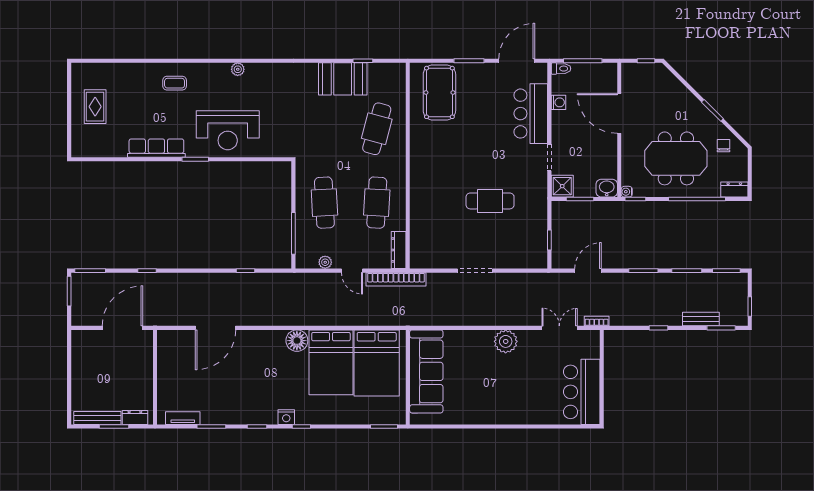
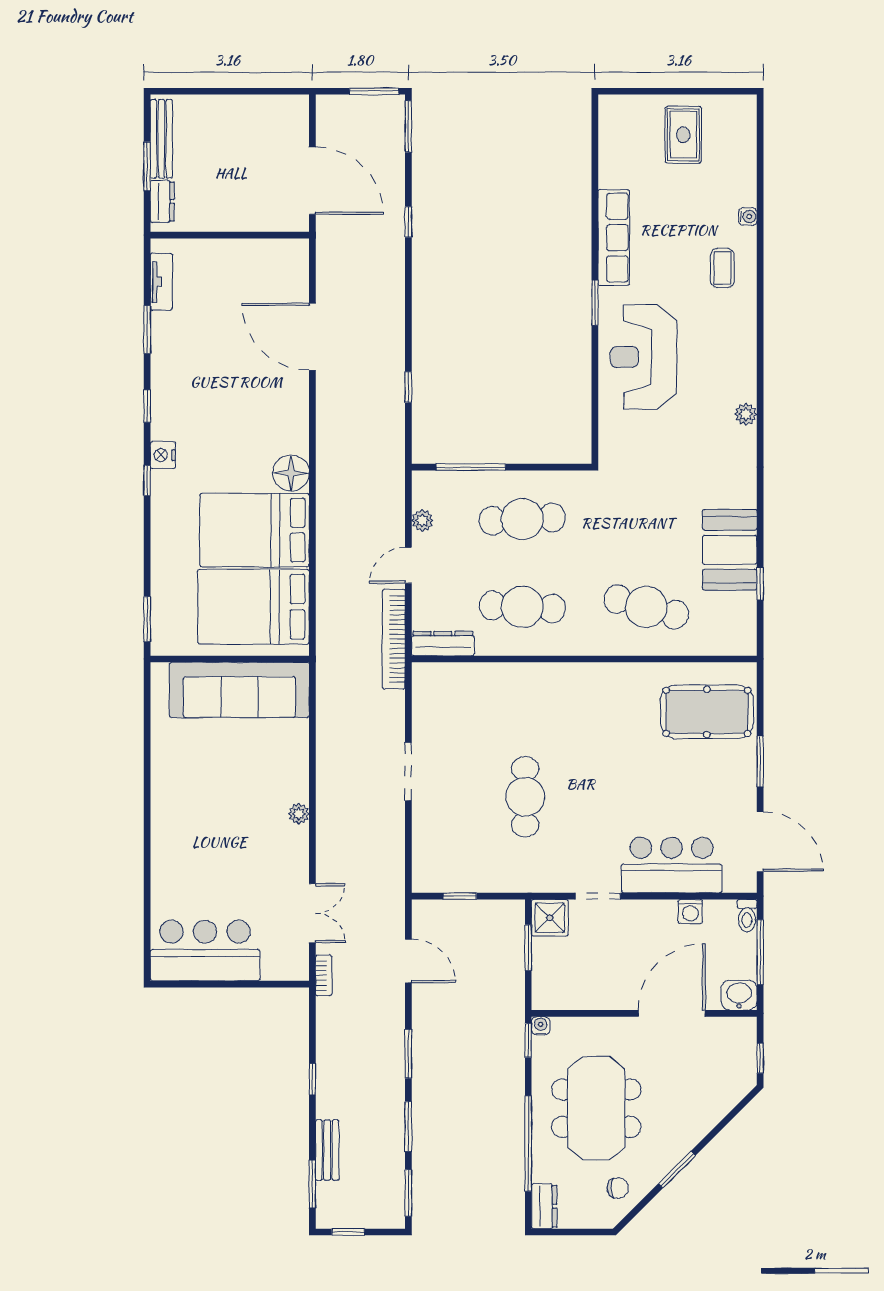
water cooler: (144, 68) -> (748, 217), added
plant: (238, 69) -> (746, 414), moved
rug: (95, 107) -> (683, 135), turned 90
washbasin: (607, 188) -> (739, 995), moved, turned -90
plant: (506, 341) -> (299, 814), width x0.53, depth x0.53

